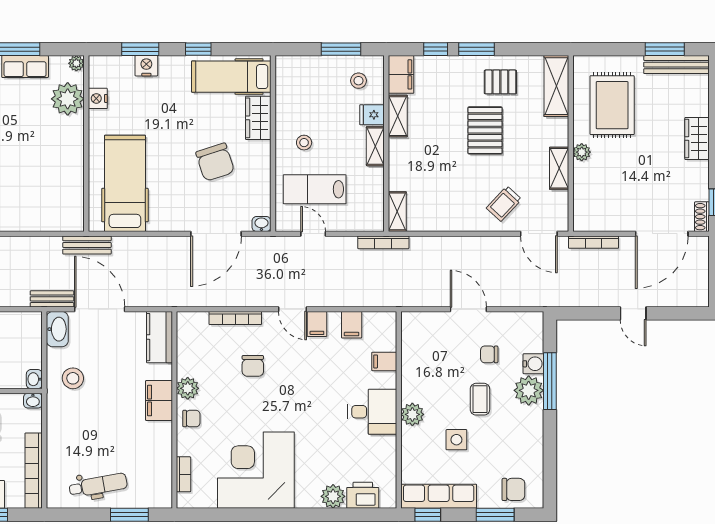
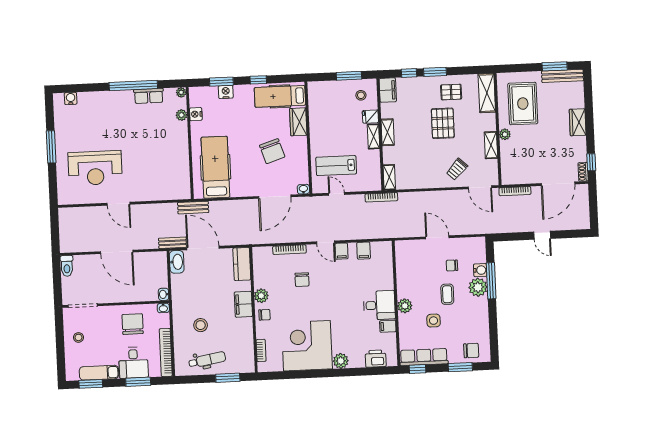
plant: (68, 99) -> (182, 115), width x0.53, depth x0.53
shelving: (398, 116) -> (388, 132), moved
stool: (304, 143) -> (328, 136), removed
filing cabinet: (384, 361) -> (388, 326), moved
stool: (73, 378) -> (201, 325), moved
plant: (333, 496) -> (341, 361), moved

